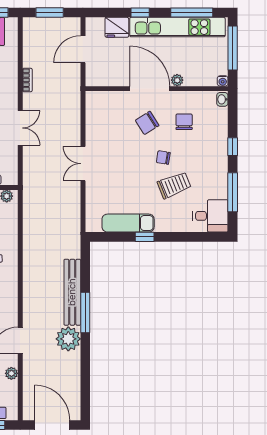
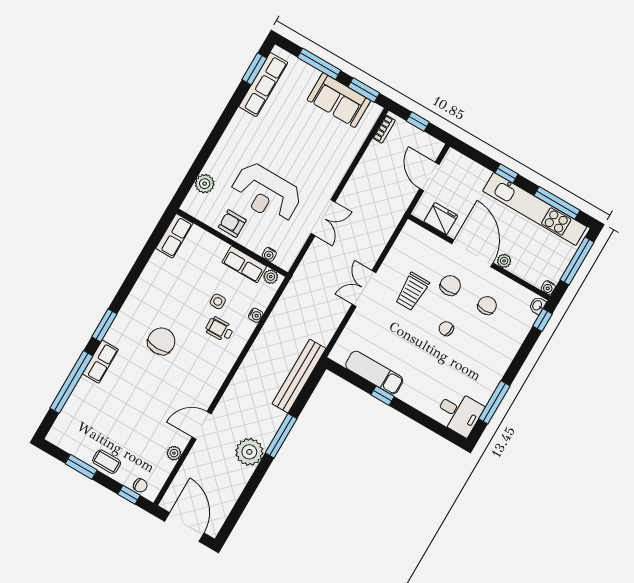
window: (50, 13) -> (418, 122), width x0.67
fridge: (117, 27) -> (441, 219), moved, turned 180
door: (83, 49) -> (429, 177), hinge flipped
bookcase: (27, 80) -> (384, 129), moved
chair: (147, 123) -> (450, 285), turned 122
window: (233, 147) -> (542, 320), moved
trolley: (174, 185) -> (412, 292), moved, turned 112
water cooler: (12, 232) -> (256, 315), added
bench: (72, 292) -> (299, 376), moved

